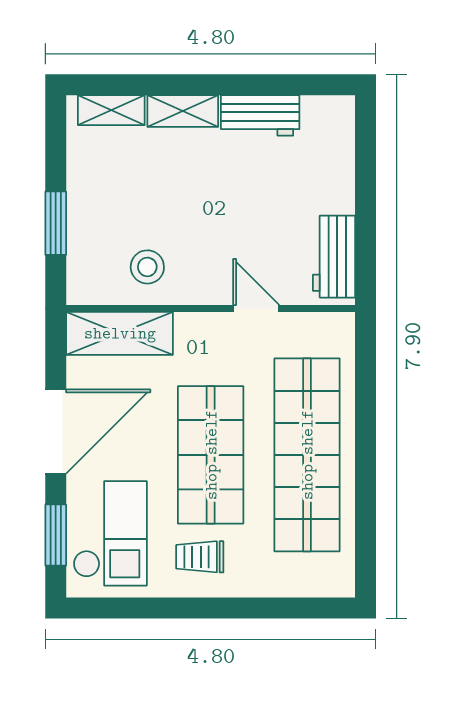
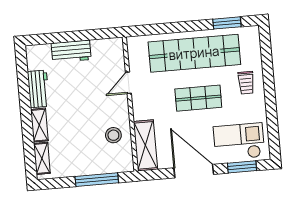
window: (56, 223) -> (97, 180), width x1.44
workbench: (334, 257) -> (71, 51), moved
shop shelf: (211, 455) -> (198, 98), width x0.70, depth x0.74
window: (366, 530) -> (227, 23), added
trolley: (200, 557) -> (246, 83), moved

